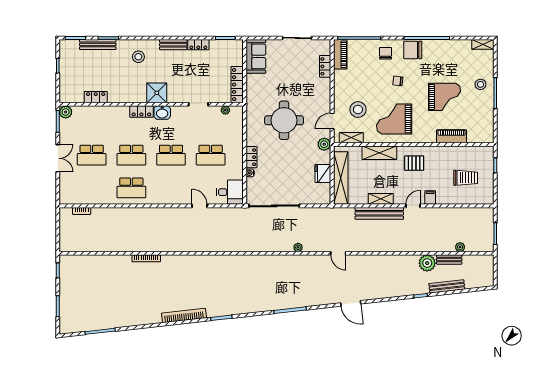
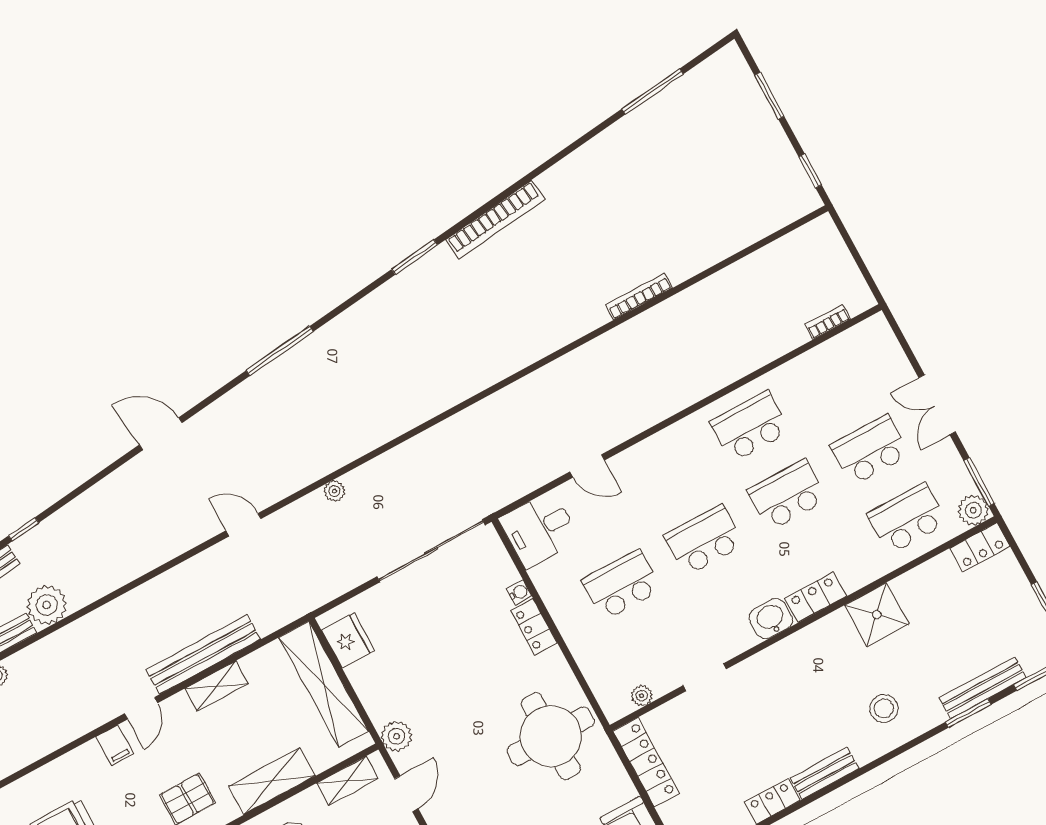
shower: (157, 93) -> (877, 615), moved
locker: (96, 97) -> (980, 547), moved
round table: (284, 120) -> (551, 736), moved
school desk: (92, 122) -> (907, 518), added
fridge: (323, 173) -> (348, 640), moved

